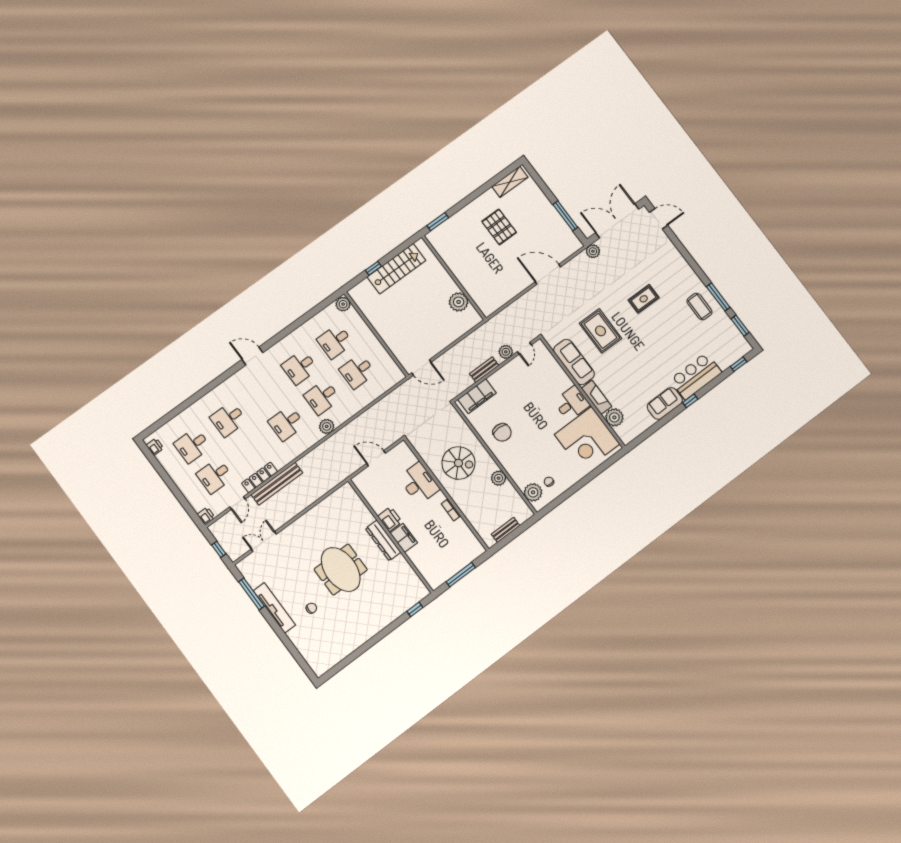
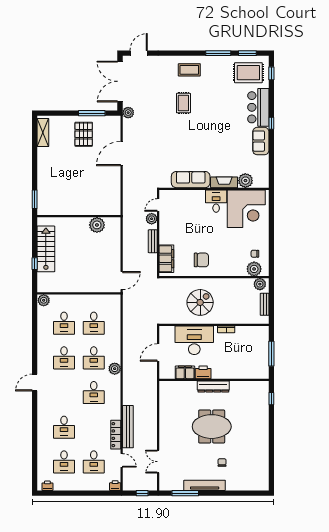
pallet: (499, 227) -> (84, 134), moved, turned 90
coffee table: (699, 307) -> (189, 70), moved
rug: (600, 331) -> (248, 73), moved
door: (524, 348) -> (158, 205), swing flipped
plant: (499, 478) -> (260, 284), moved
desk: (419, 483) -> (194, 340), width x1.36, depth x1.30
filing cabinet: (404, 538) -> (185, 372), moved

